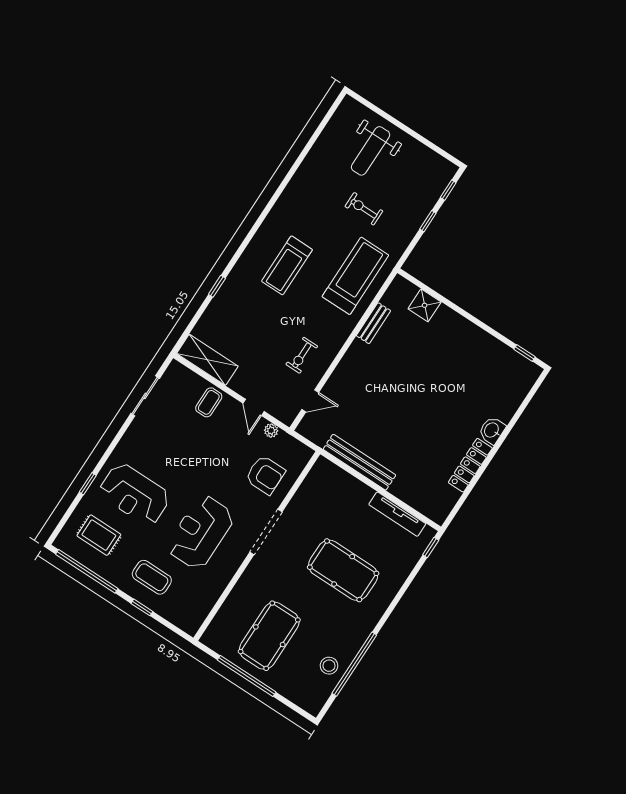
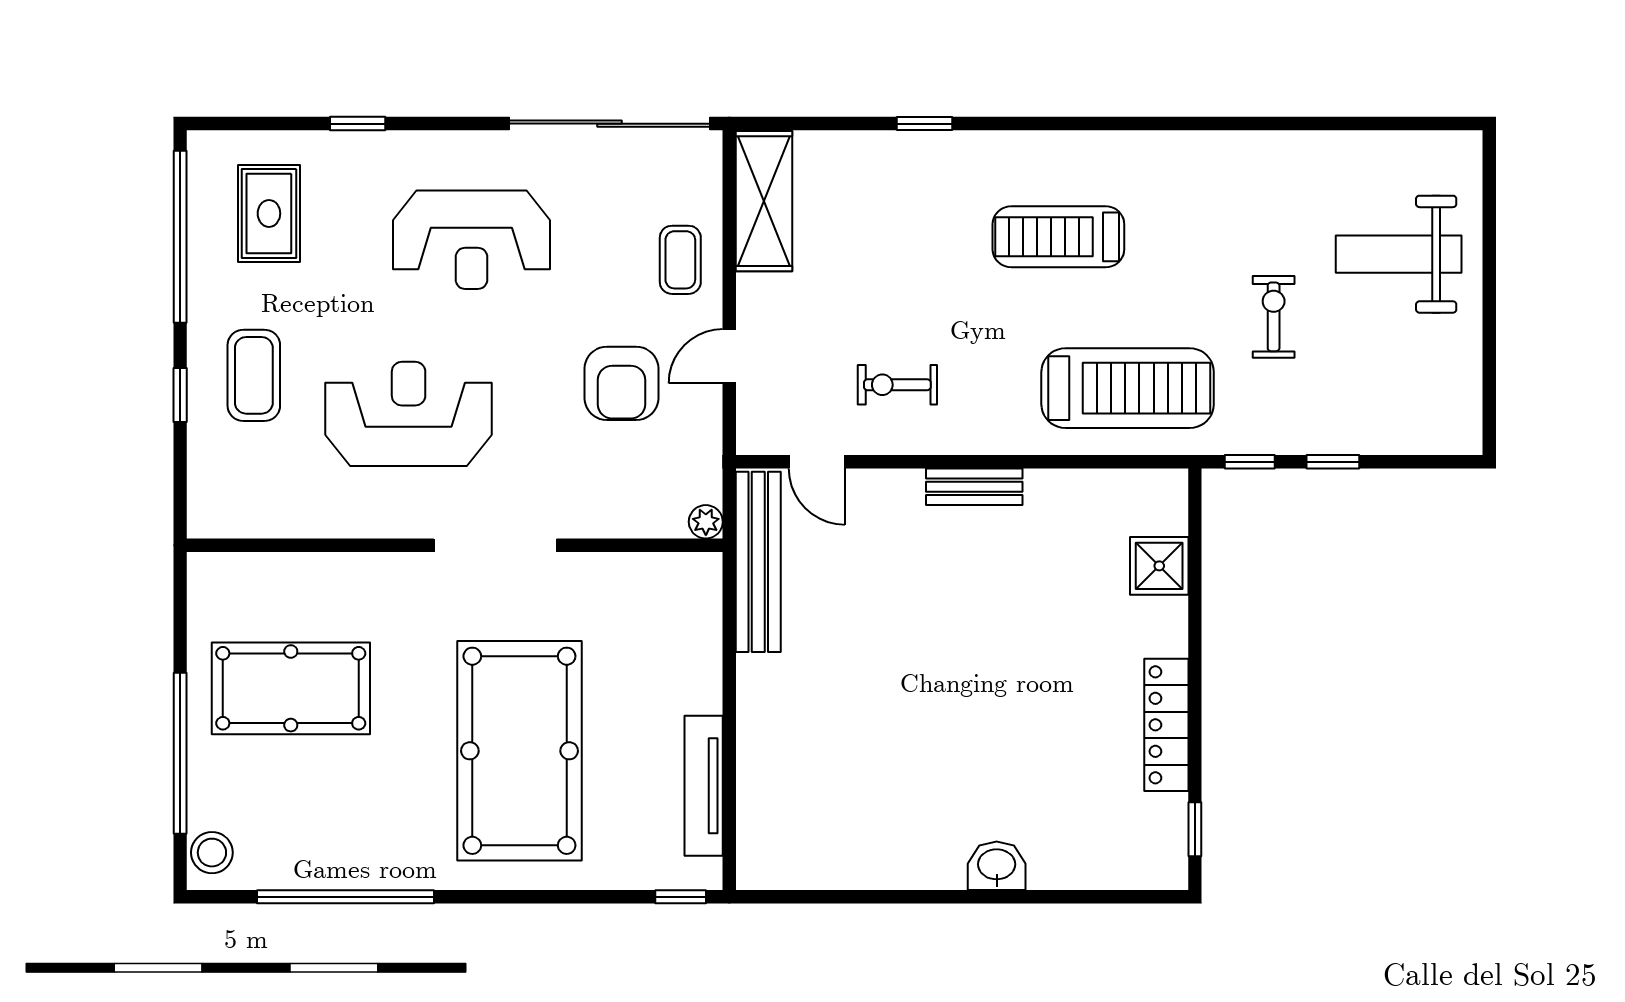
window: (448, 190) -> (1250, 462), moved
bench: (373, 323) -> (974, 487), moved
sliding door: (145, 396) -> (610, 124), width x1.86
coffee table: (209, 402) -> (680, 260), turned 90
plant: (271, 431) -> (706, 522), moved
bench: (359, 462) -> (758, 562), moved
locker: (470, 465) -> (1166, 725), moved, turned -90
armchair: (265, 475) -> (621, 383), moved
reception desk: (134, 494) -> (471, 240), moved, turned -90
pool table: (343, 570) -> (519, 751), width x1.36, depth x1.32
stool: (329, 666) -> (212, 853), moved
window: (247, 676) -> (180, 753), moved

